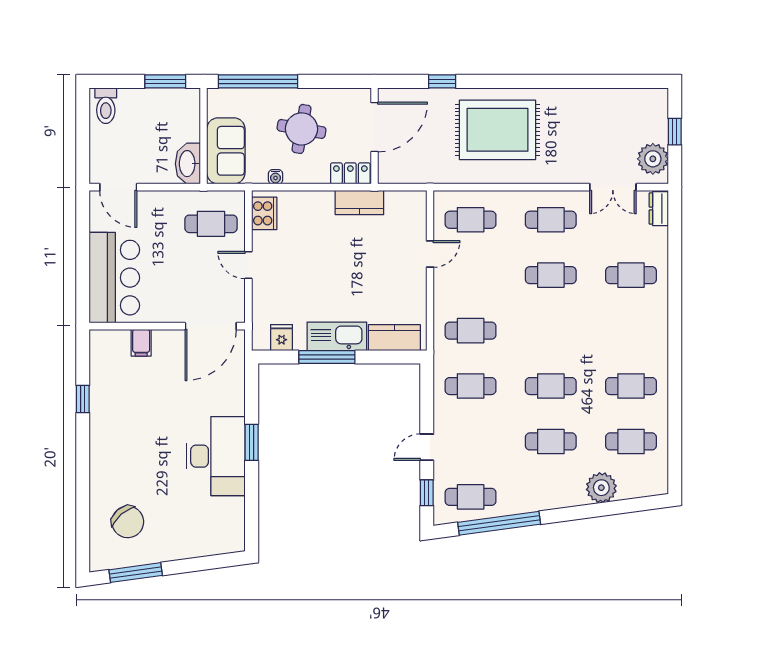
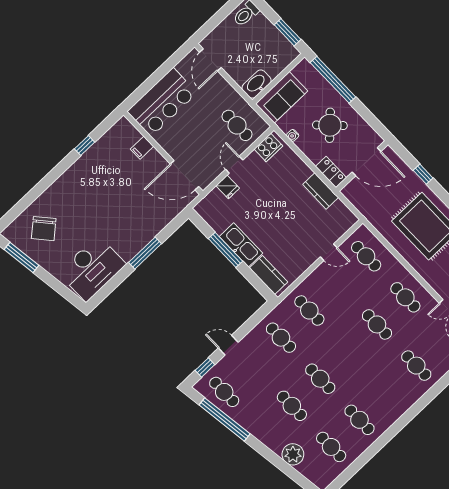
round table: (301, 129) -> (330, 125), turned 35
fridge: (282, 338) -> (228, 187), moved, turned 90
window: (252, 442) -> (145, 253), width x1.44
desk: (216, 456) -> (92, 268), moved

